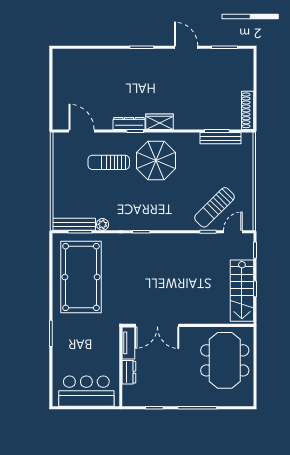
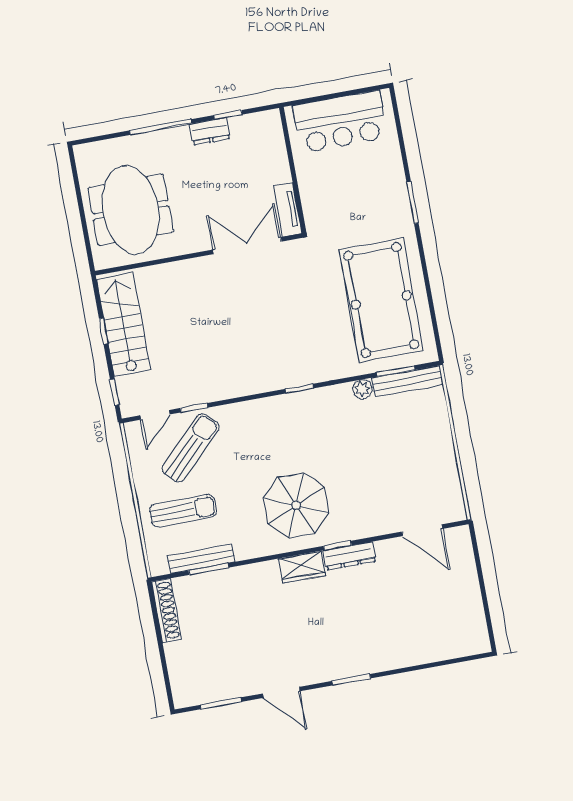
sun lounger: (109, 162) -> (183, 511), moved
dresser: (129, 372) -> (210, 131), moved, turned -90

